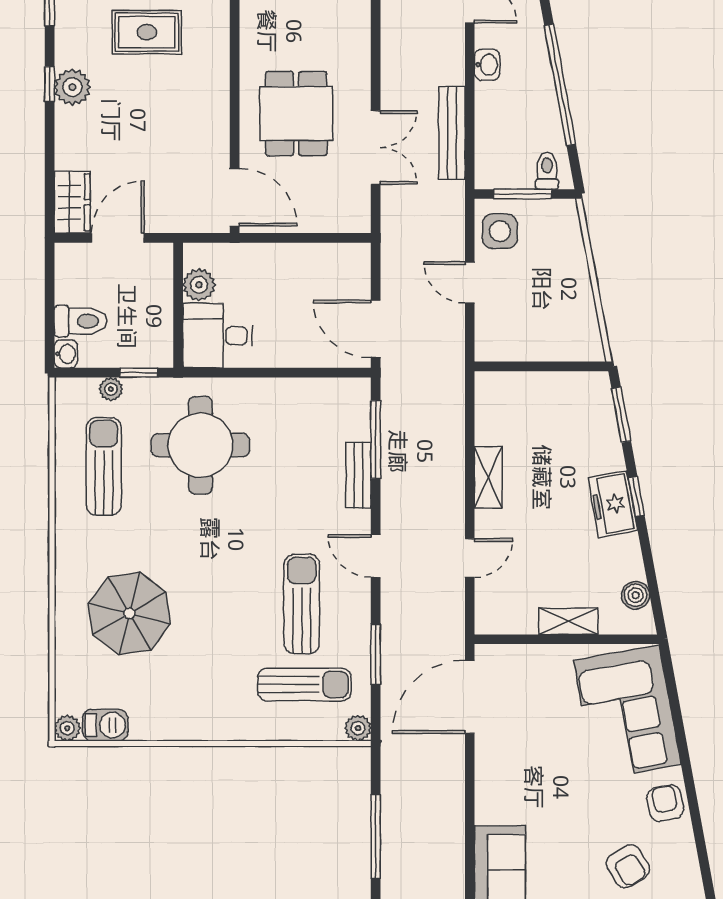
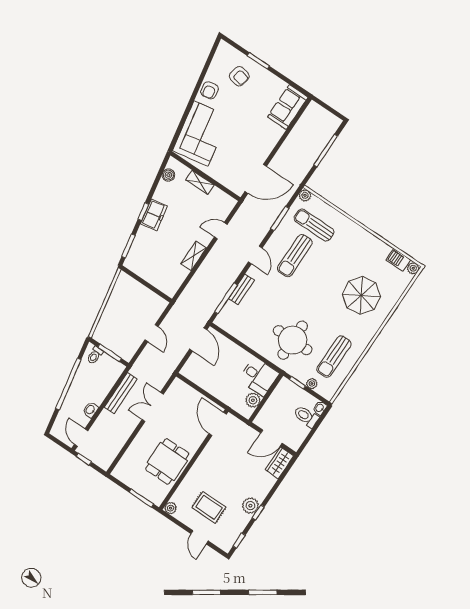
dining table: (296, 114) -> (167, 461), moved
side table: (500, 231) -> (127, 345), removed
armchair: (628, 866) -> (239, 76), turned 133

